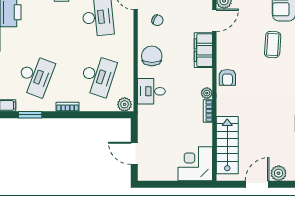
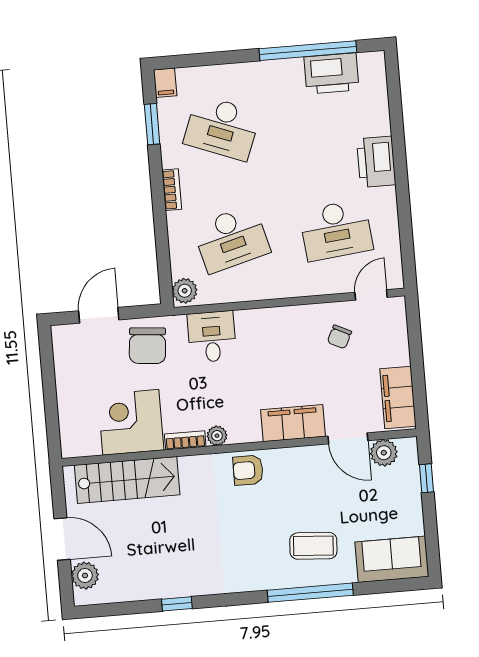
chair: (152, 56) -> (147, 346), moved, turned 95
desk: (98, 76) -> (231, 239), turned -33
corner desk: (195, 164) -> (131, 422), moved, turned -90

